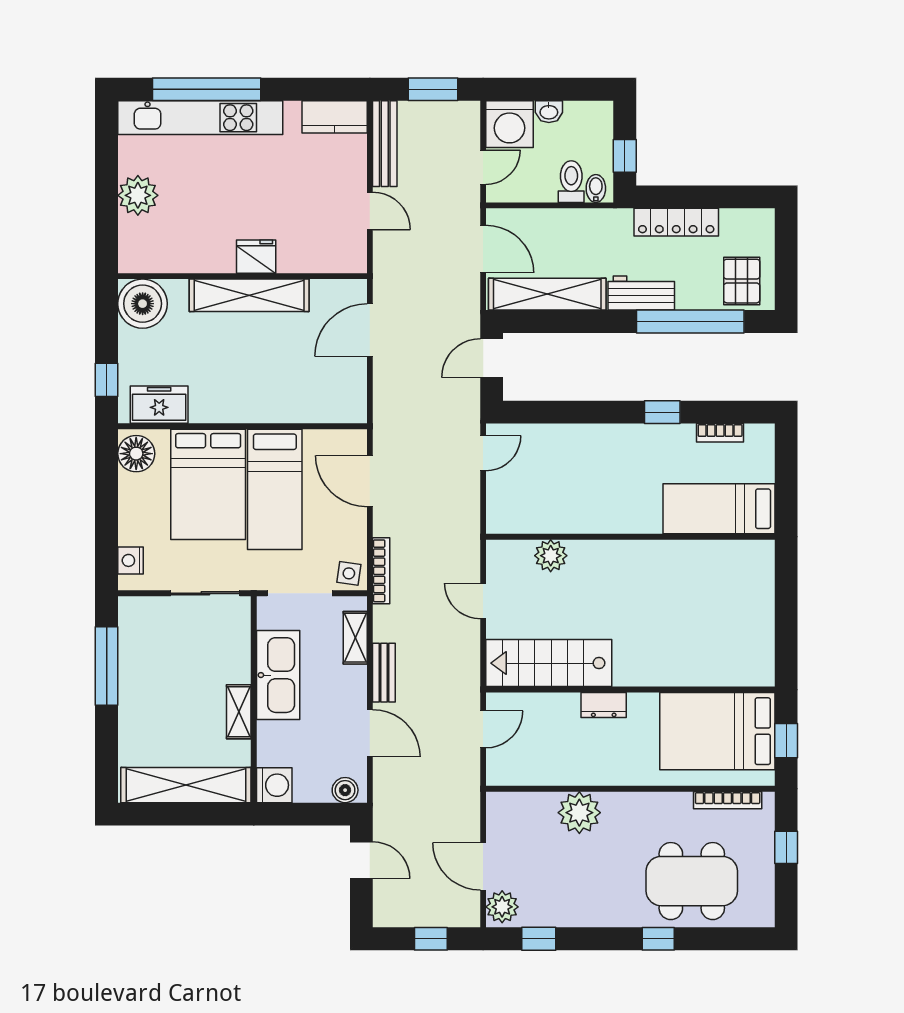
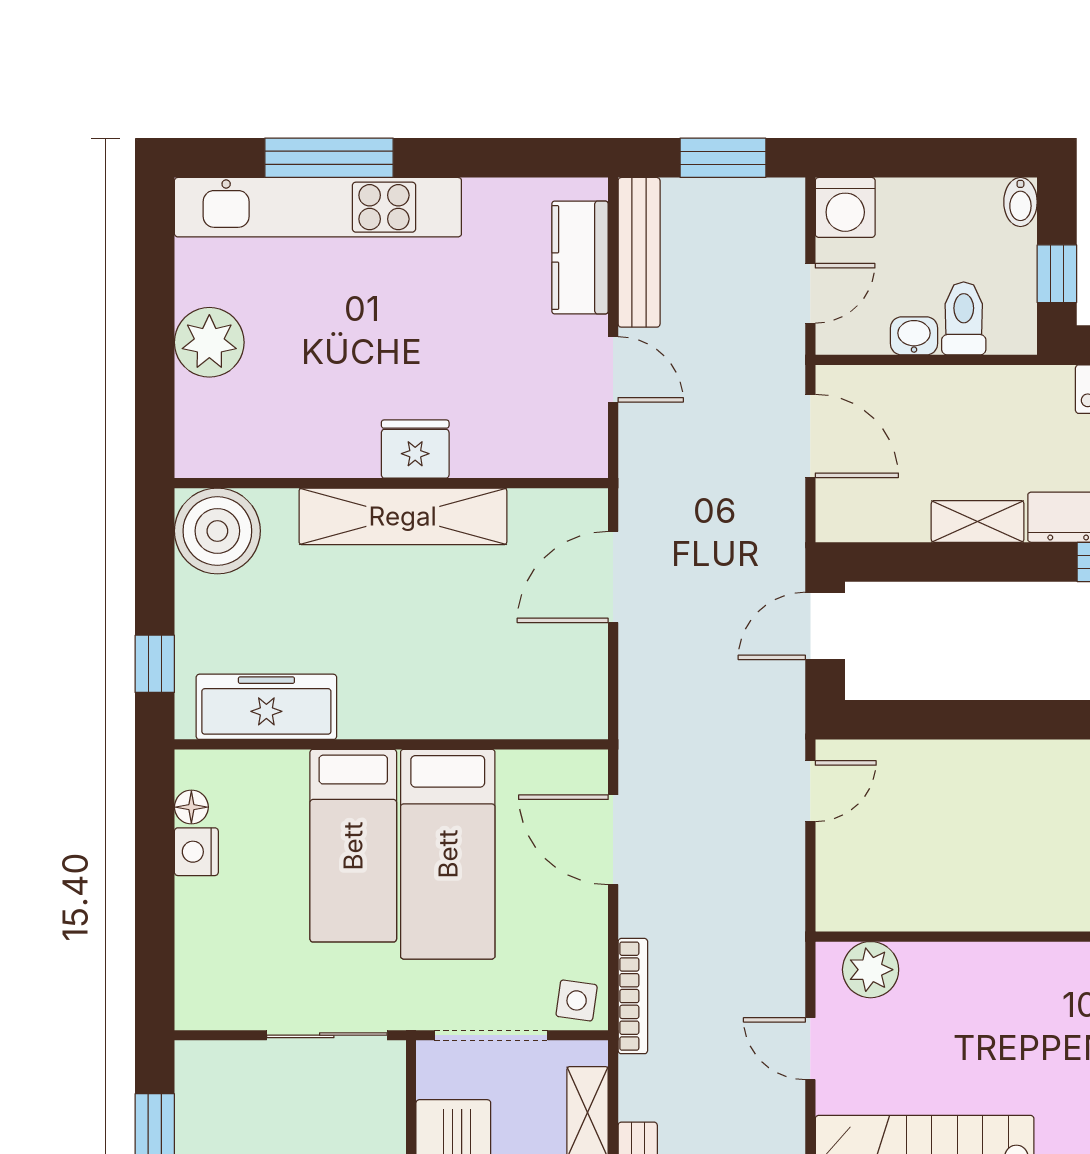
window: (207, 89) -> (329, 158), width x0.68
washbasin: (549, 112) -> (914, 336), moved, turned 180
kitchen counter: (335, 117) -> (580, 258), moved, turned 90
washing machine: (510, 124) -> (845, 207), width x0.73, depth x0.73
bidet: (596, 188) -> (1020, 202), moved, turned 180
shelving: (547, 294) -> (978, 521), width x0.45, depth x0.75
freezer: (159, 405) -> (266, 707), width x1.40
floor lamp: (136, 454) -> (191, 807), width x0.53, depth x0.53
bed: (208, 484) -> (353, 846), width x0.67
plant: (551, 556) -> (871, 970), moved
nightstand: (130, 560) -> (196, 852), moved

